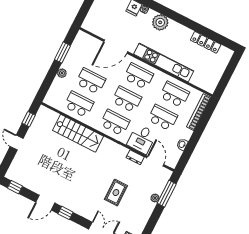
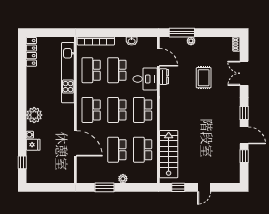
locker: (206, 42) -> (31, 52), moved
kitchen unit: (164, 63) -> (68, 73), moved
stairs: (78, 133) -> (169, 154), moved
door: (155, 161) -> (158, 57), swing flipped
window: (15, 187) -> (244, 156), moved
rug: (116, 193) -> (204, 78), turned 90

